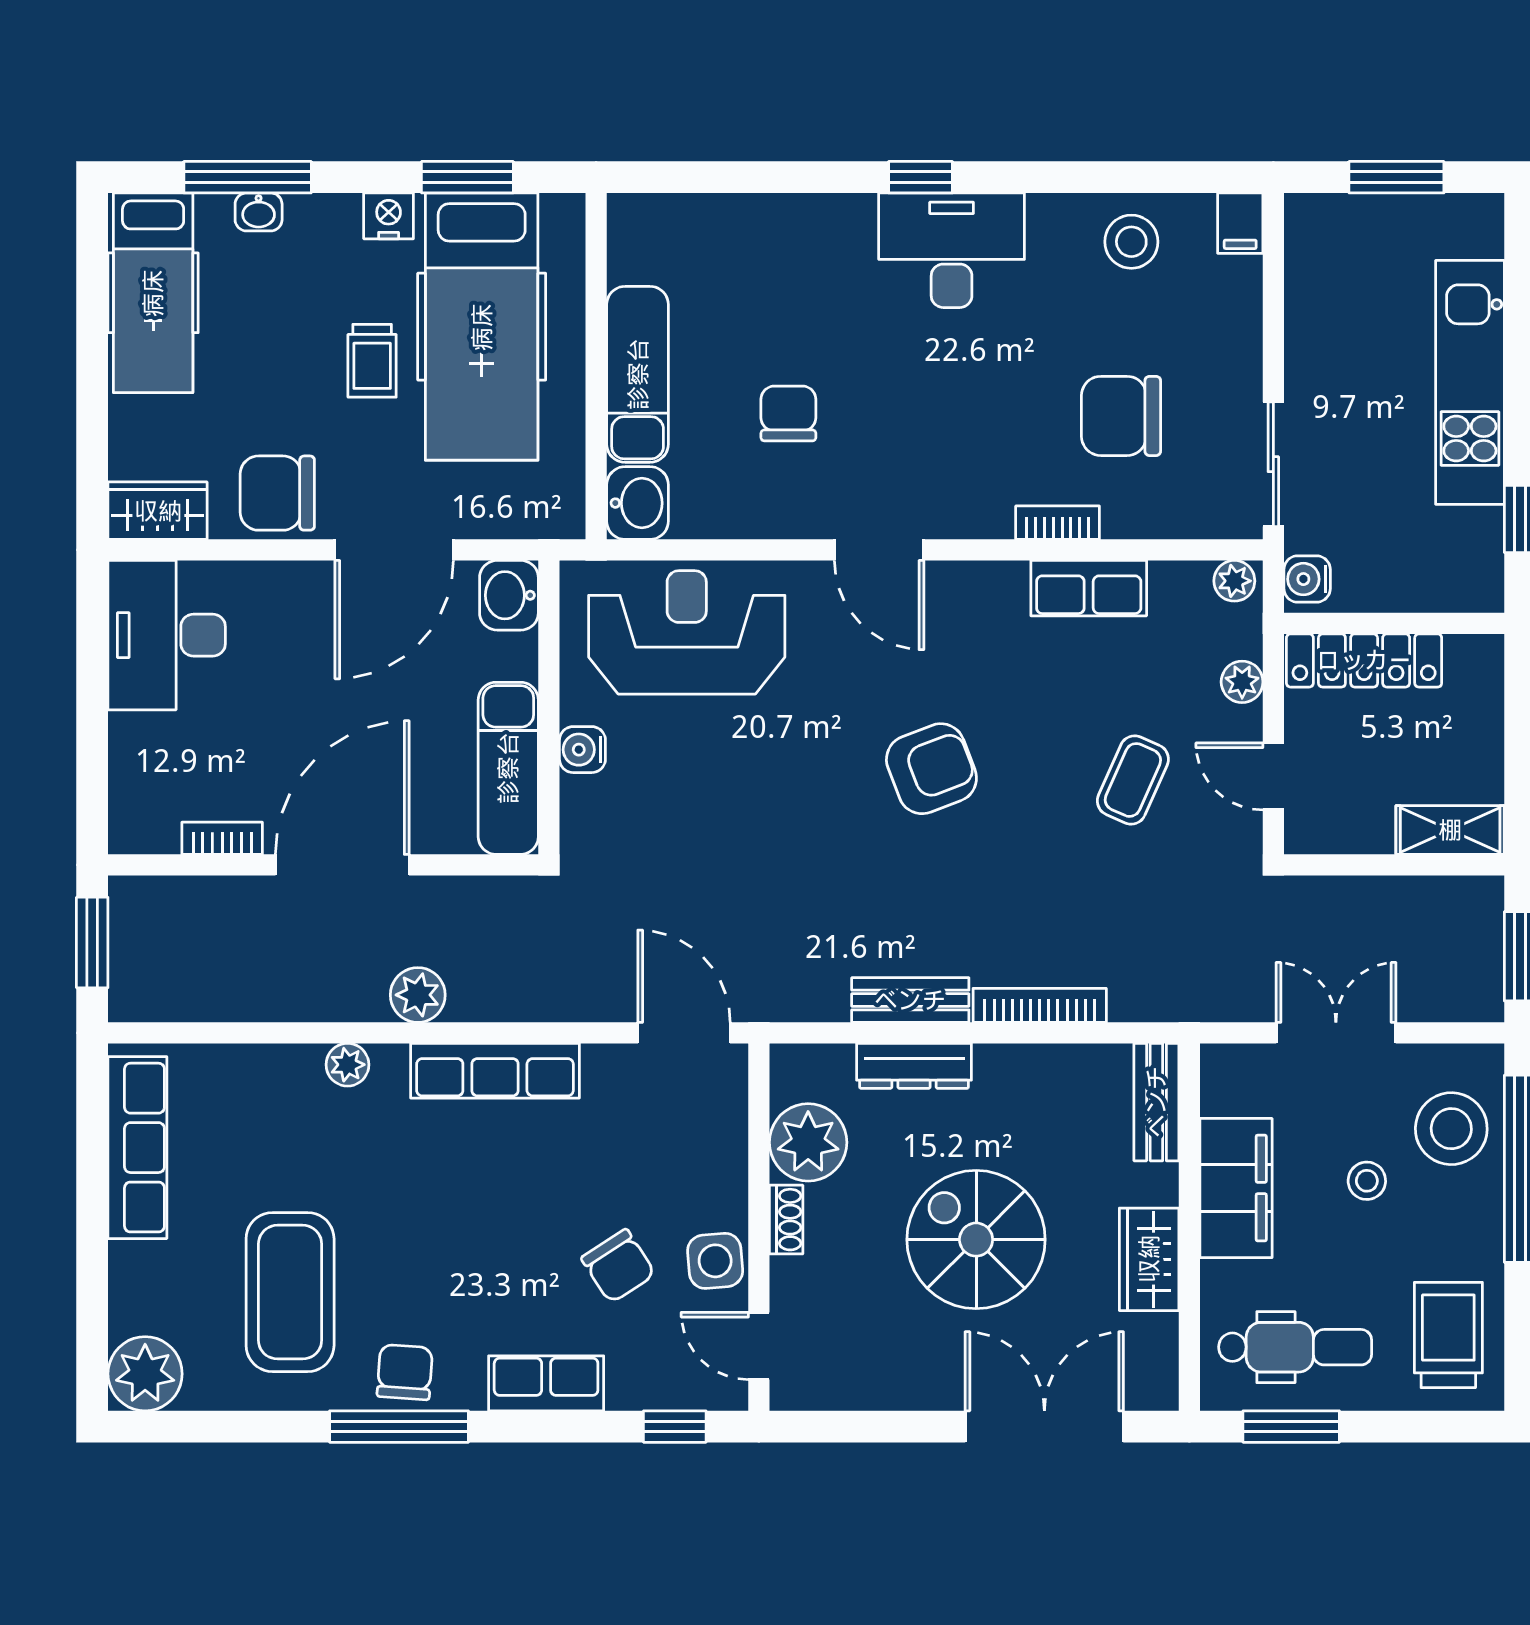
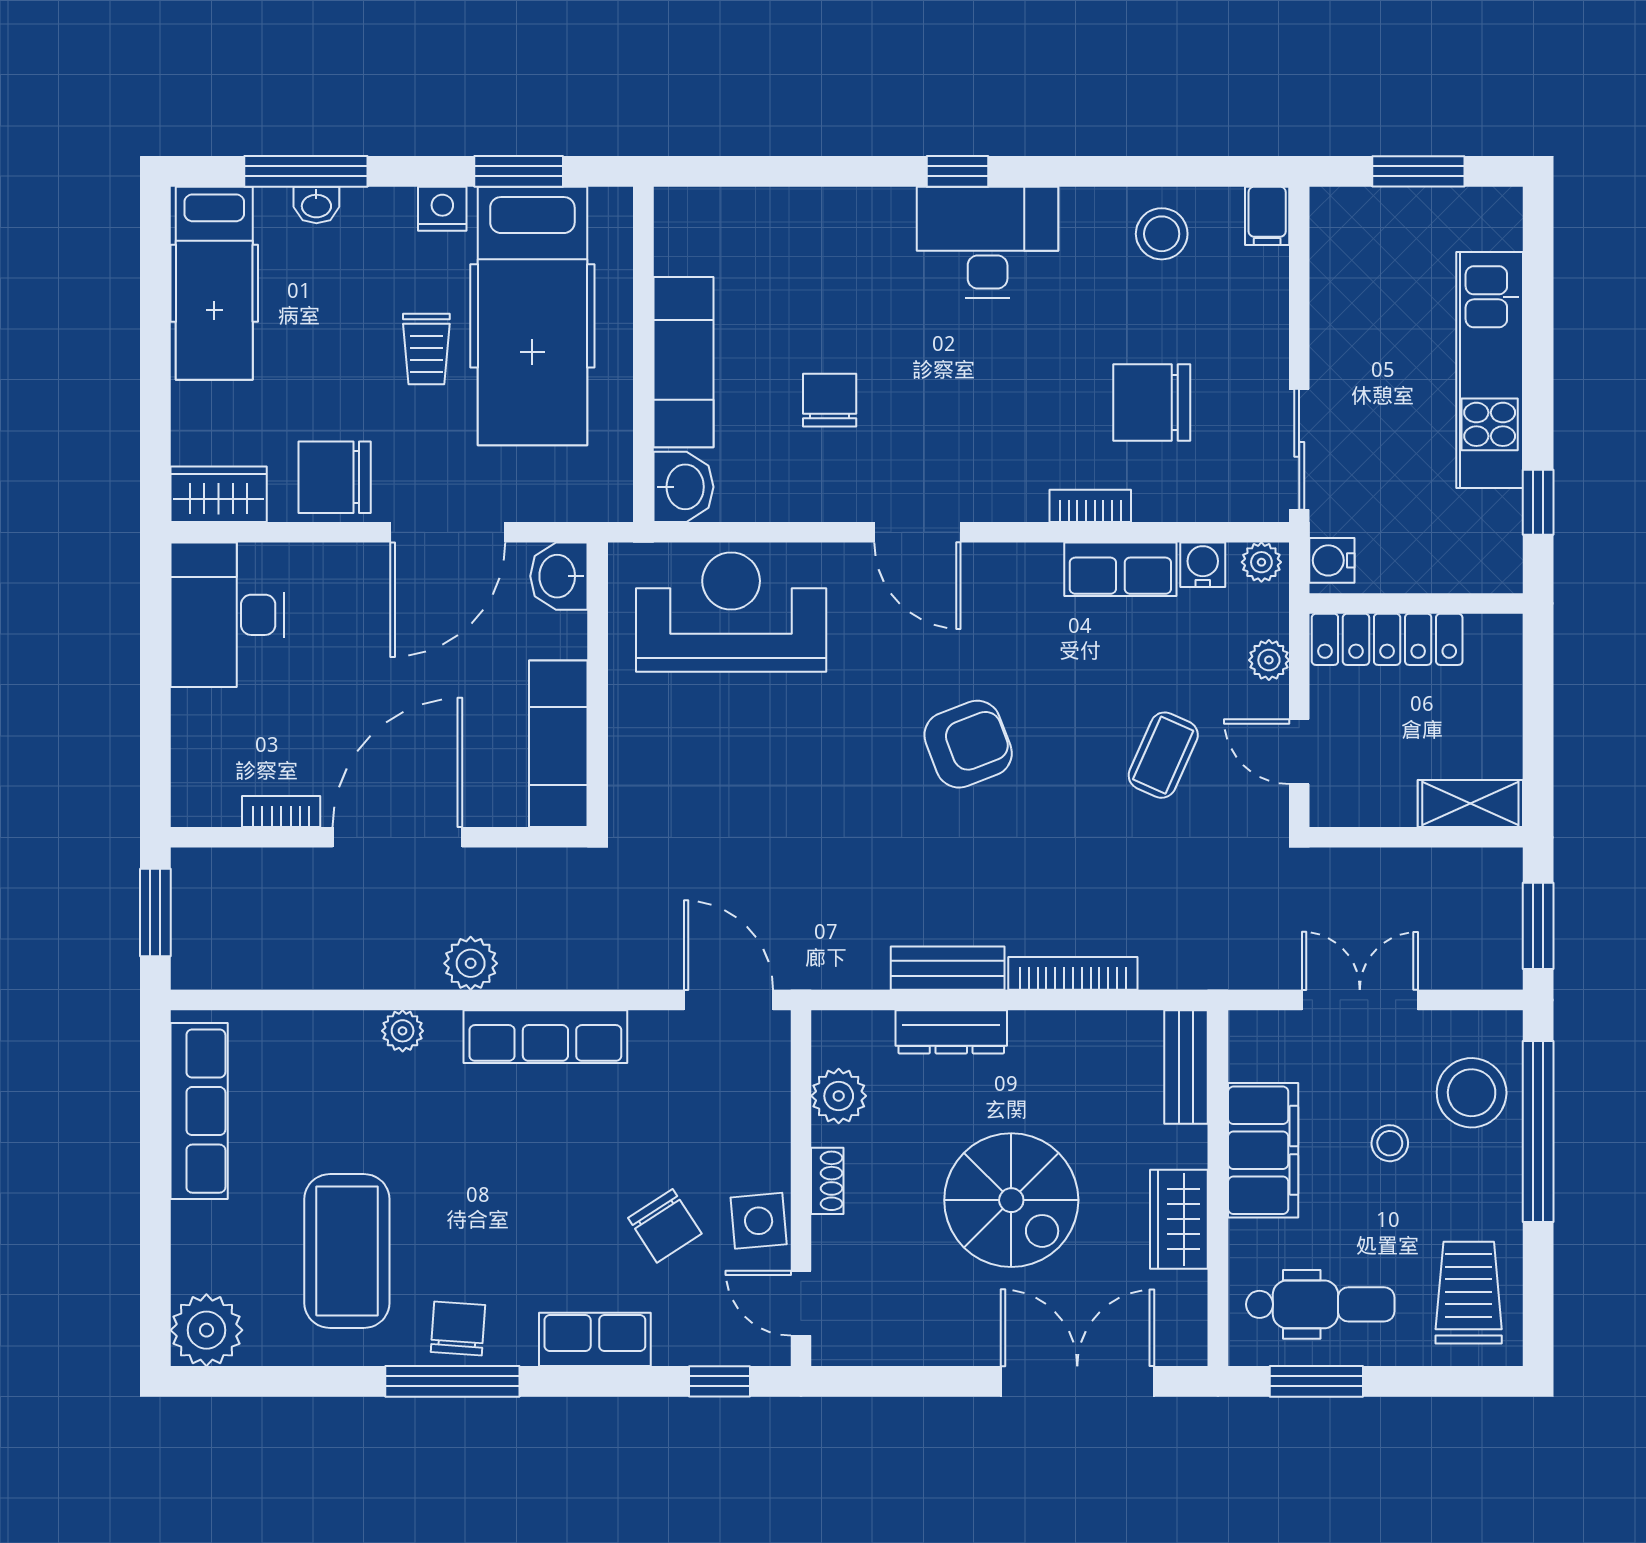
water cooler: (582, 750) -> (1203, 565), moved, turned 90
plant: (808, 1142) -> (839, 1096), width x0.73, depth x0.73
spiral stairs: (976, 1240) -> (1011, 1200), turned 180

